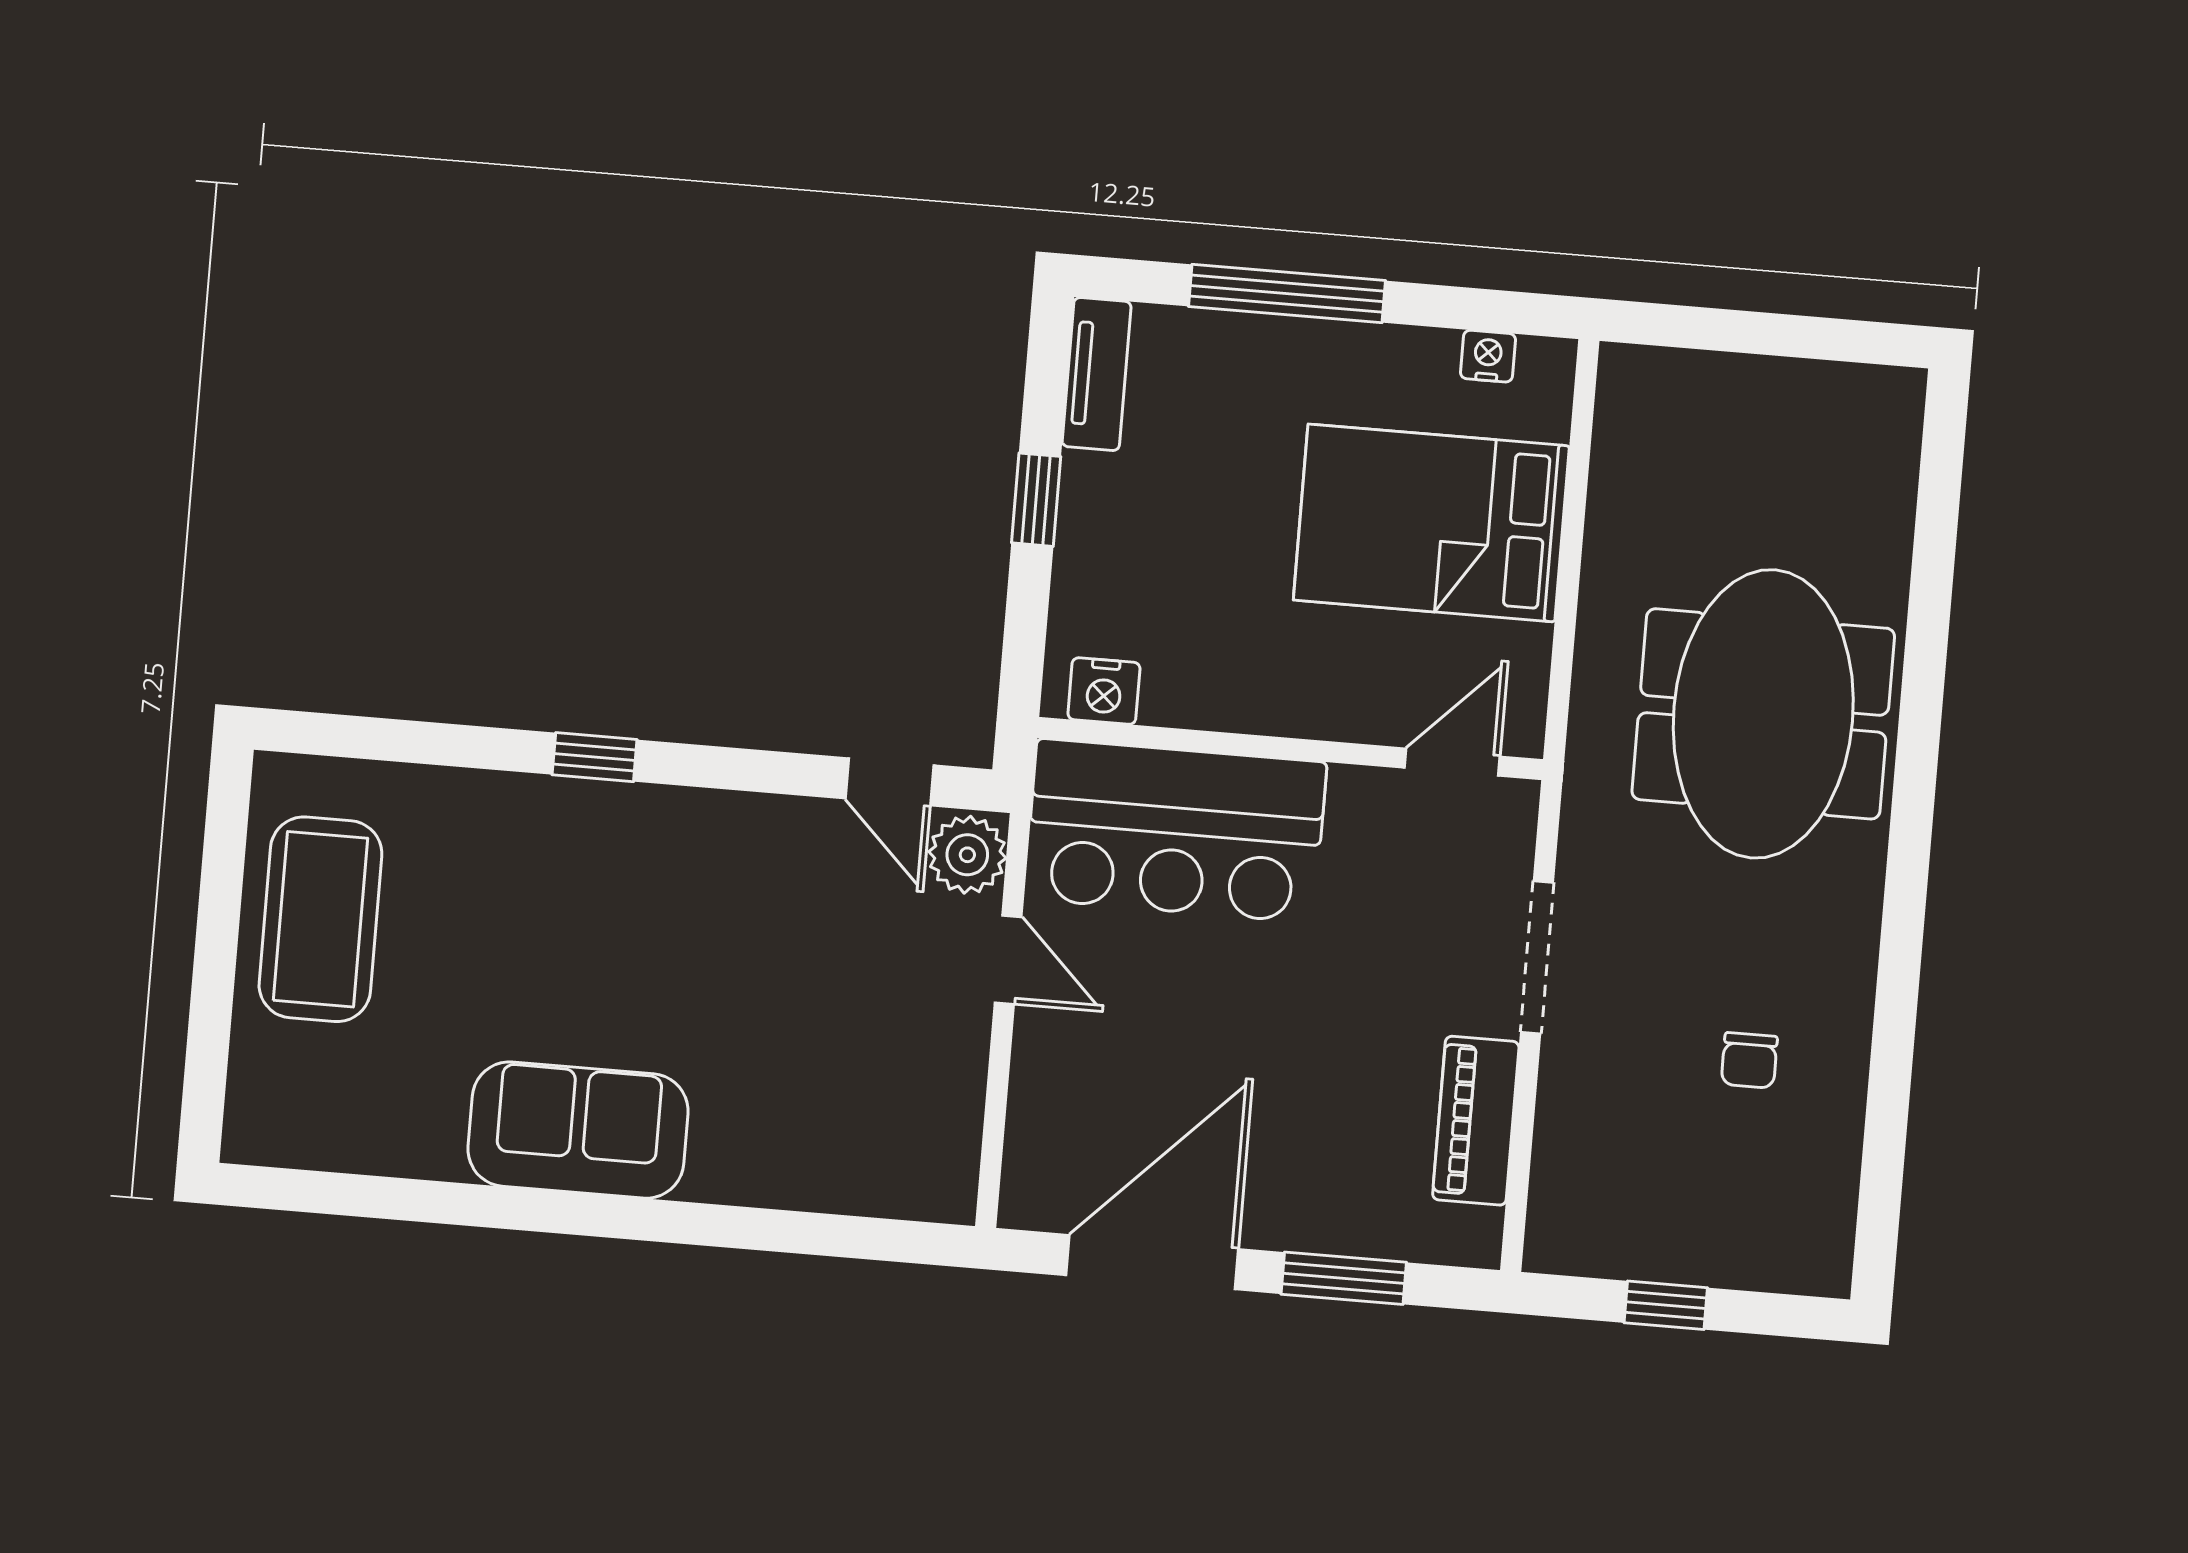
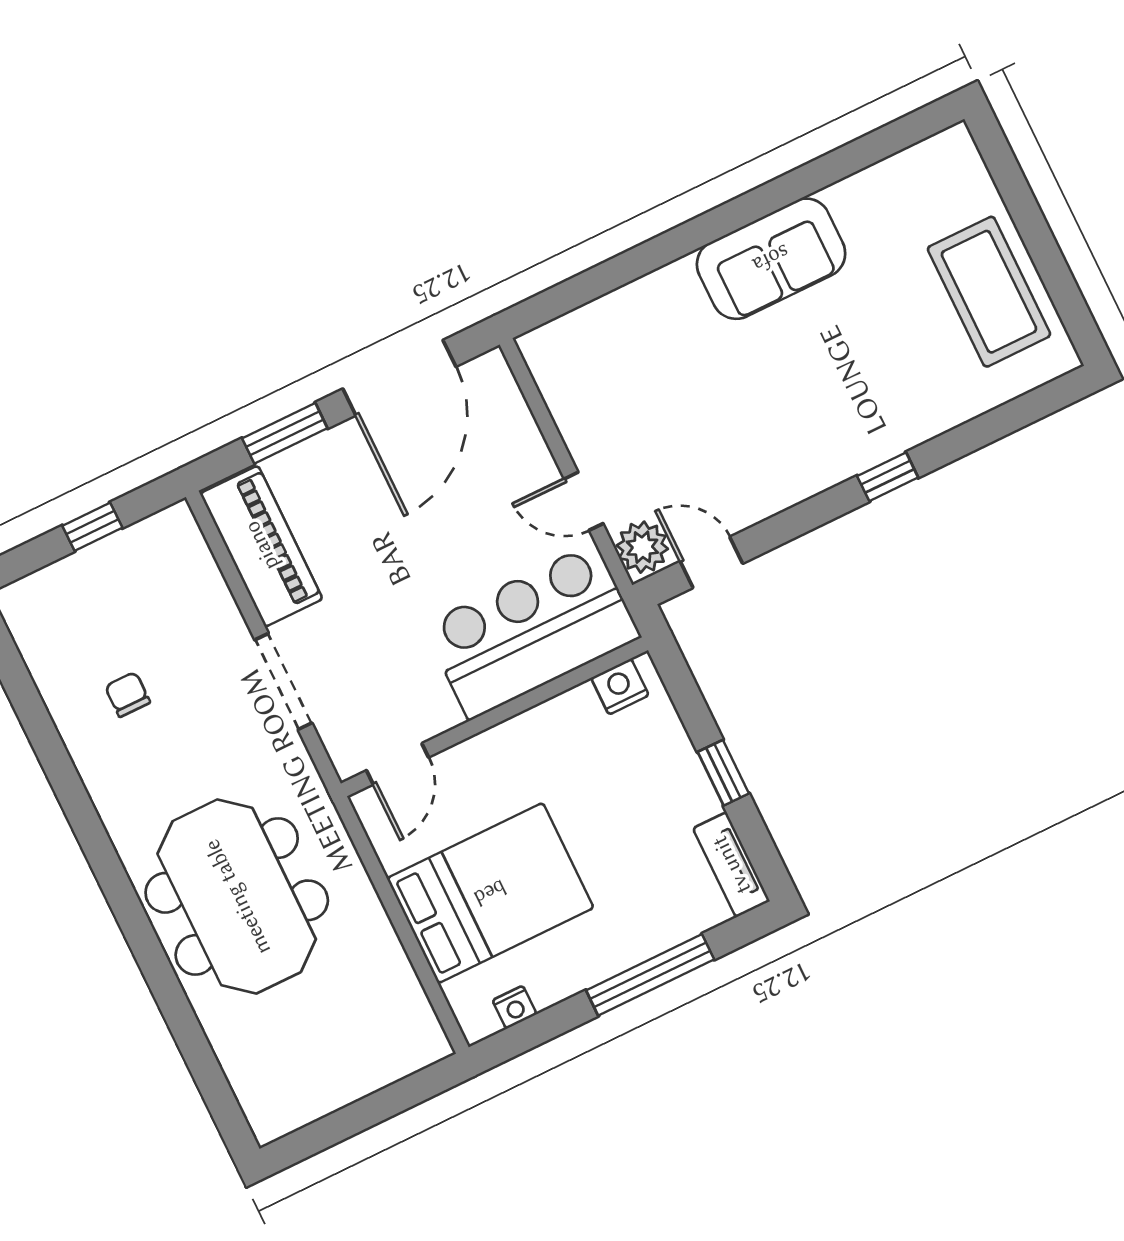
piano: (1476, 1121) -> (261, 546), width x1.37, depth x1.33

